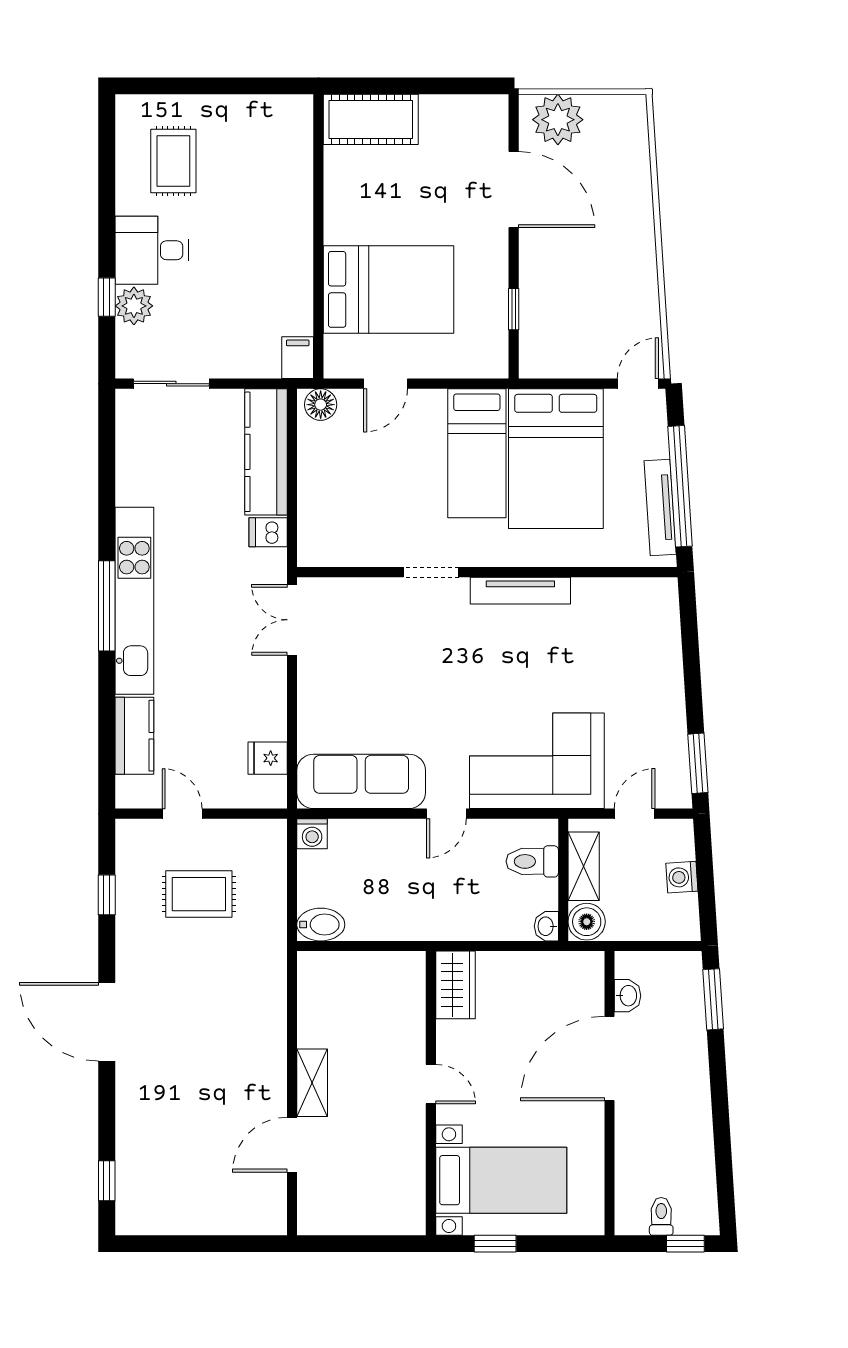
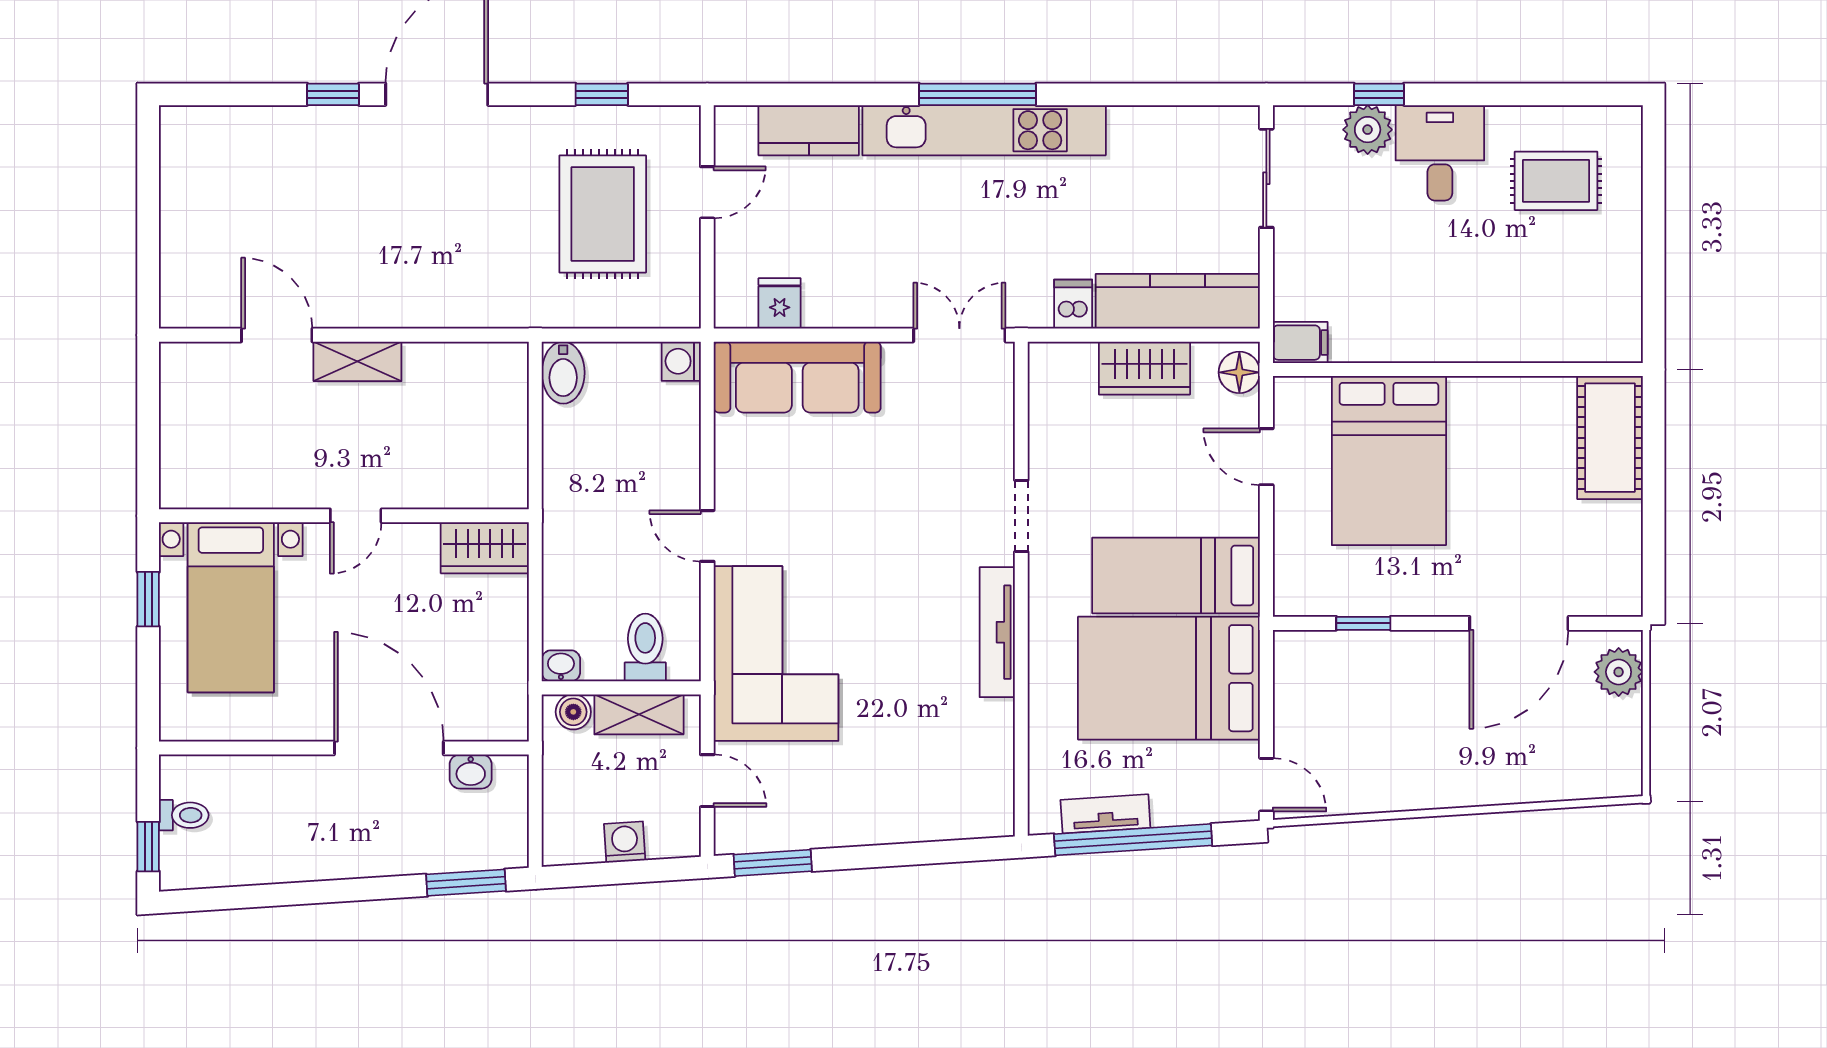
plant: (558, 120) -> (1619, 672), width x0.73, depth x0.73
wardrobe: (317, 477) -> (1144, 368), added
tv unit: (660, 508) -> (1105, 814), width x0.71
sofa: (361, 781) -> (797, 377), moved, turned 90
rug: (199, 894) -> (603, 214), width x1.36, depth x1.43
boiler: (587, 922) -> (573, 712), width x0.73, depth x0.73
window: (107, 1181) -> (333, 94), moved

